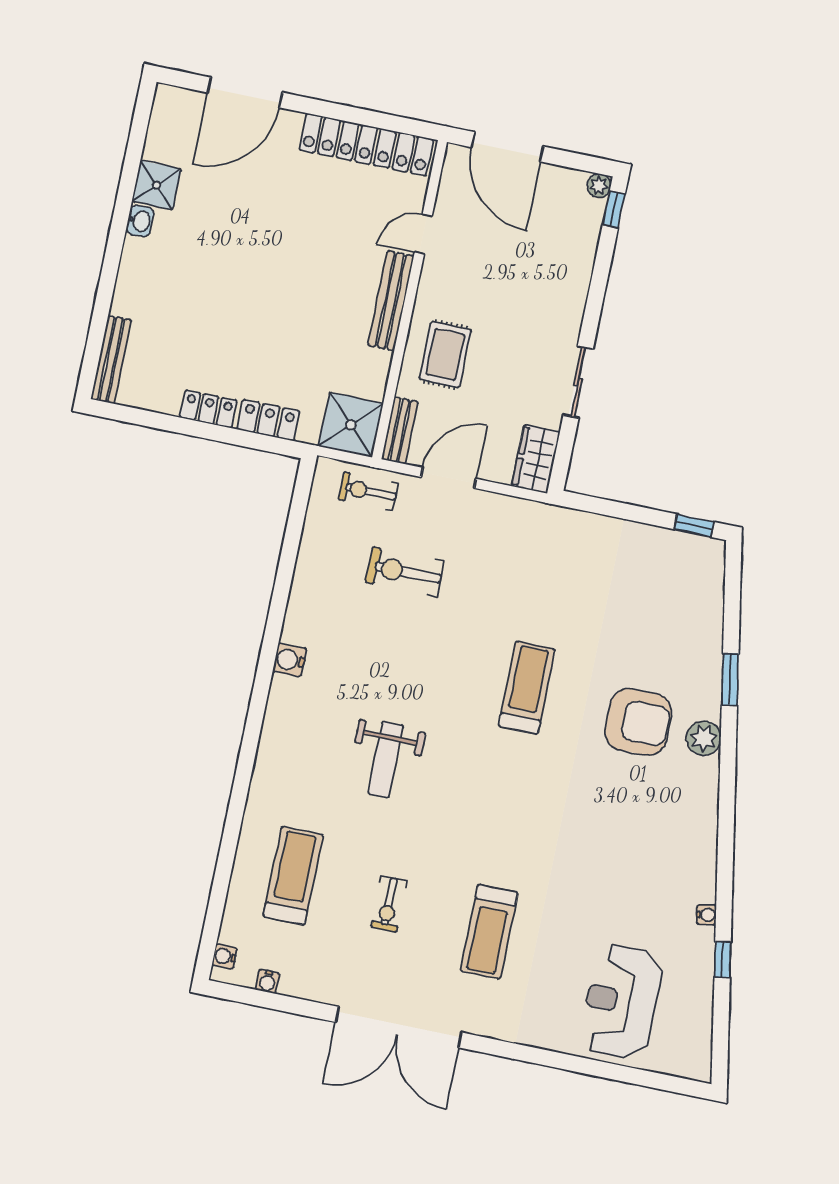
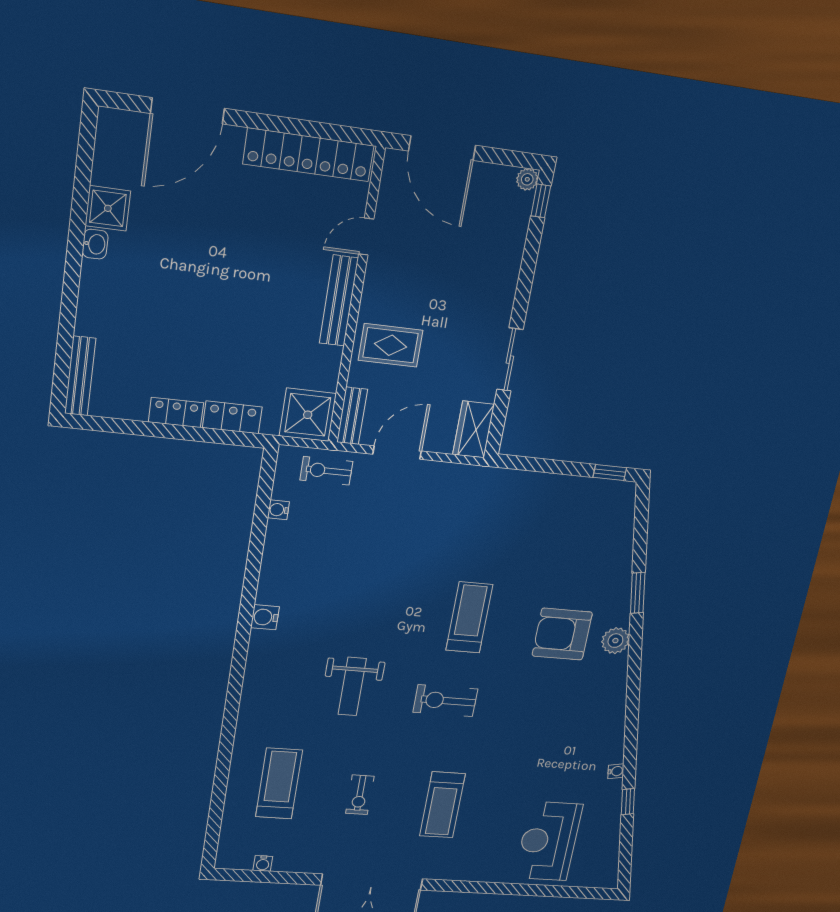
rug: (445, 354) -> (390, 345), turned 90
exercise bike: (405, 572) -> (445, 701), moved
armchair: (638, 722) -> (562, 634), turned 180
water cooler: (224, 956) -> (278, 510), moved

